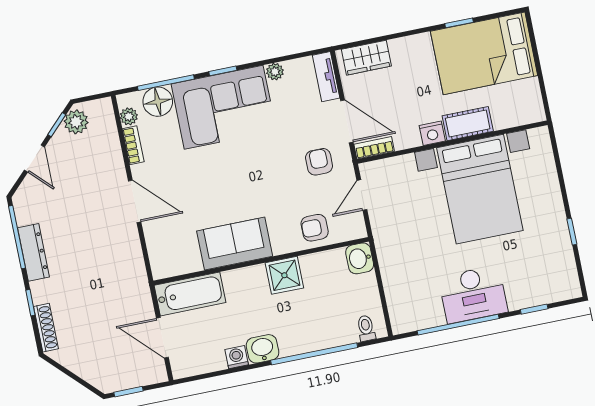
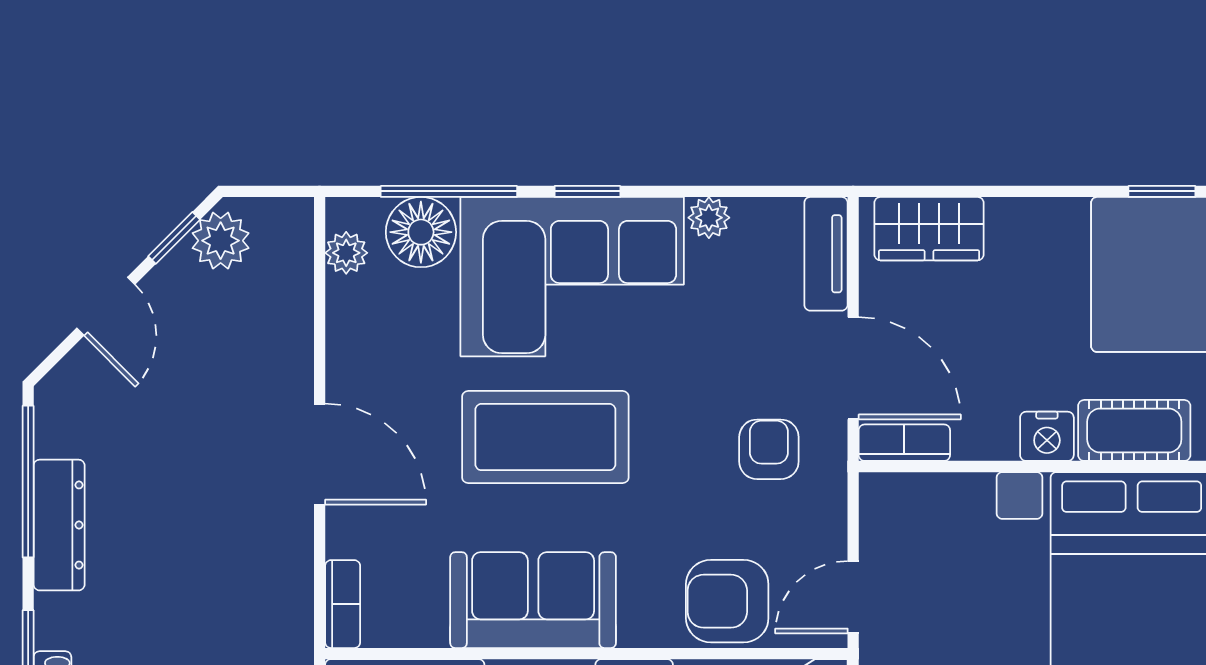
bookcase: (133, 145) -> (343, 604), moved
coffee table: (226, 175) -> (545, 437), added
door: (362, 195) -> (853, 597), moved
armchair: (315, 228) -> (727, 601), width x1.38, depth x1.38

